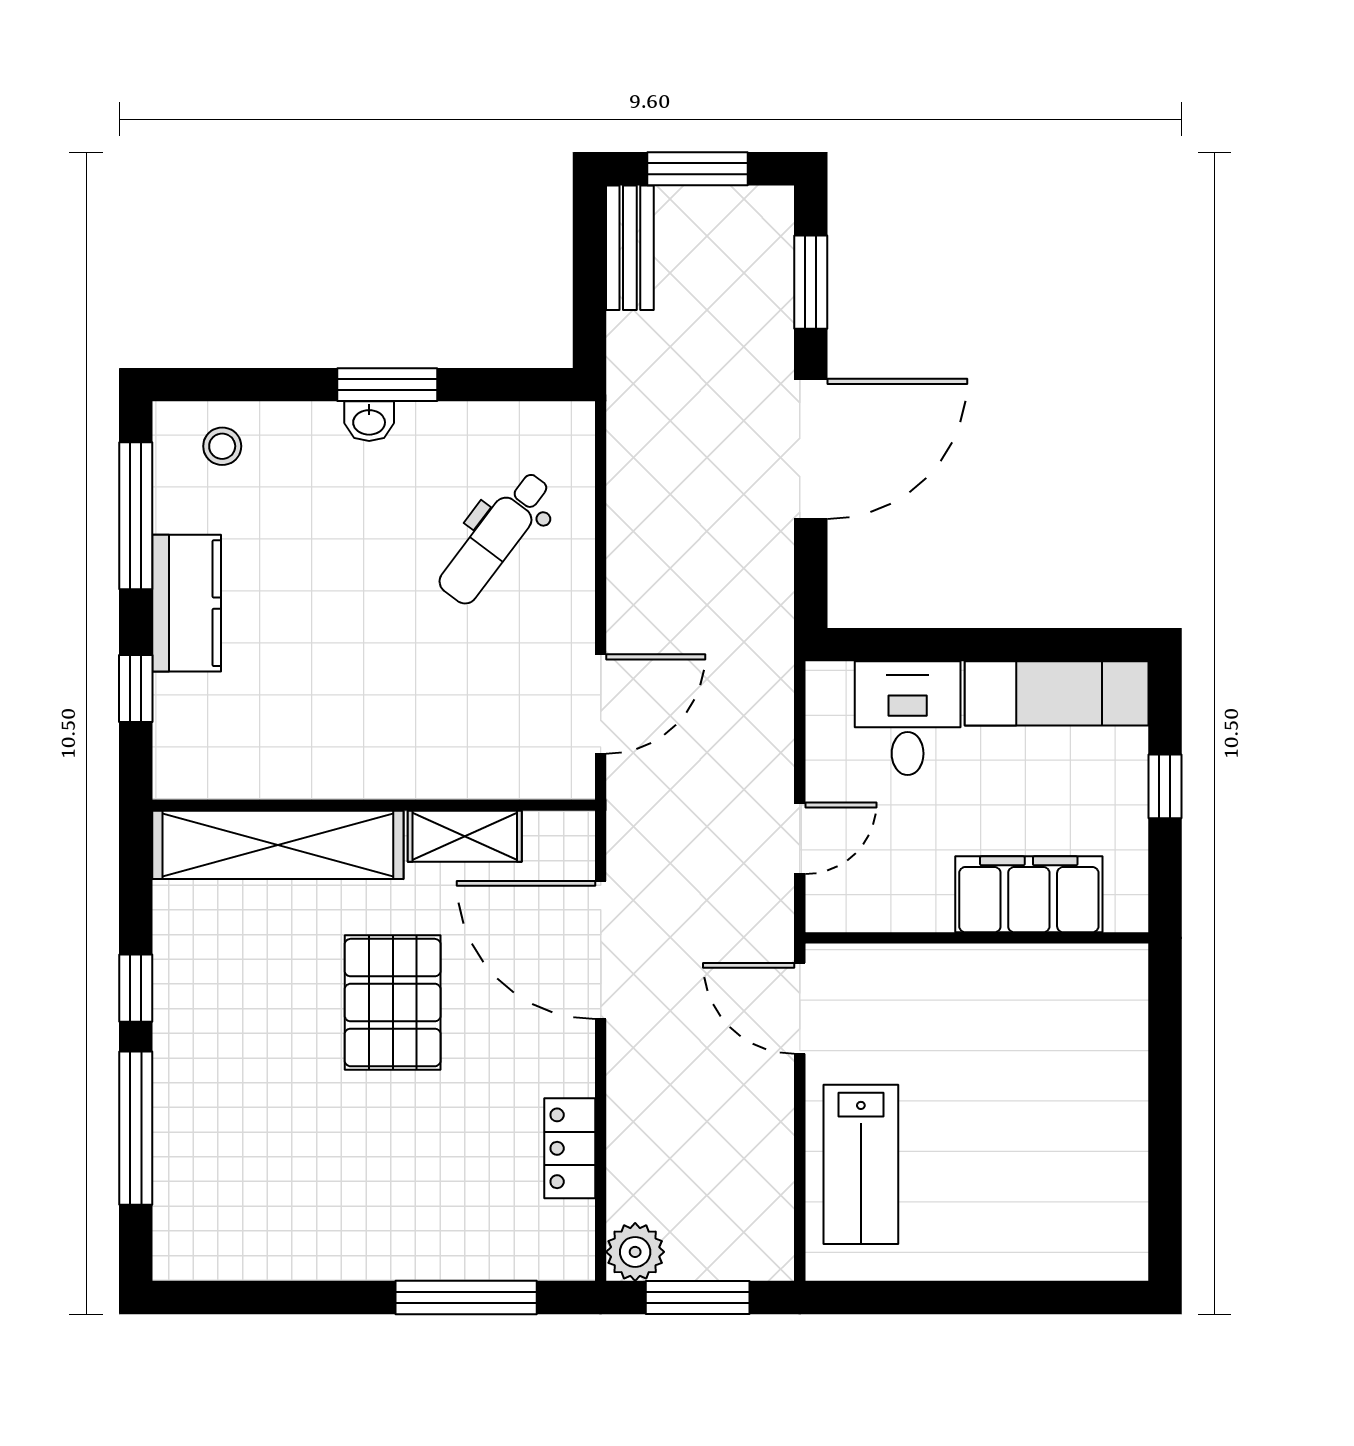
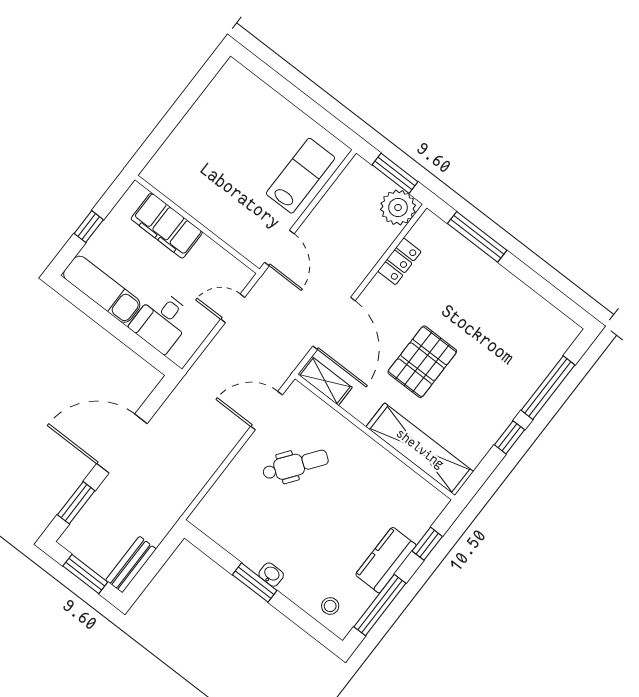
dental chair: (495, 538) -> (295, 465), moved
shelving: (465, 836) -> (325, 381), moved
plant: (635, 1252) -> (398, 207), width x1.36, depth x1.36

